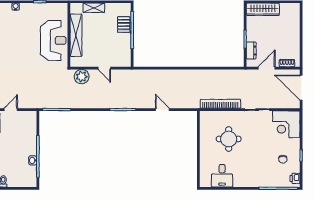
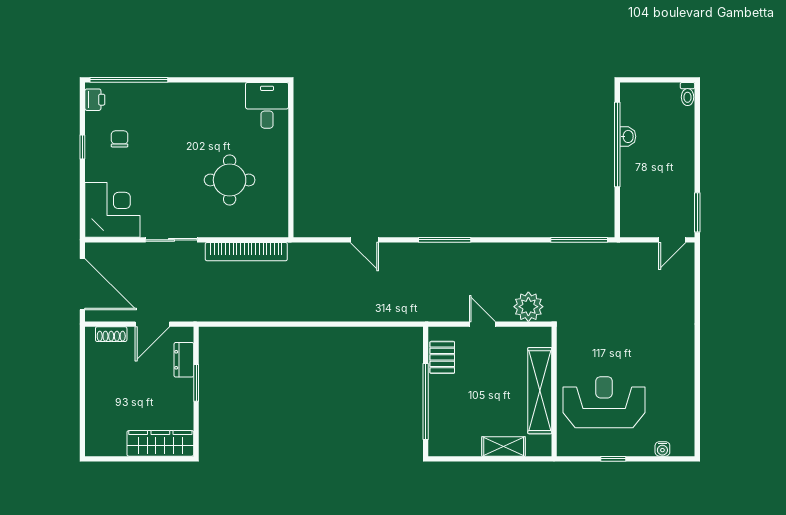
pallet: (124, 25) -> (442, 357), moved
reception desk: (53, 40) -> (604, 402), moved, turned 90
desk: (222, 176) -> (267, 105), moved

